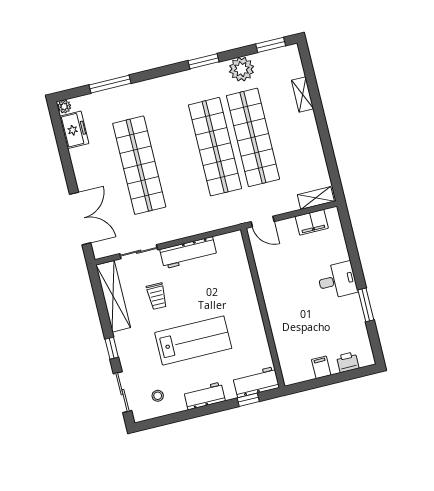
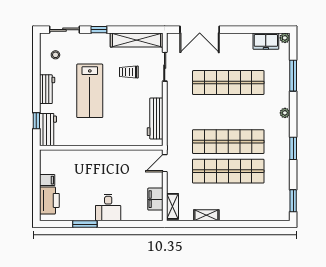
plant: (242, 69) -> (285, 113), moved, width x0.53, depth x0.53
shelving: (303, 94) -> (206, 215), moved
workbench: (188, 253) -> (155, 118), moved
printer: (348, 362) -> (49, 200), width x1.87, depth x1.48

